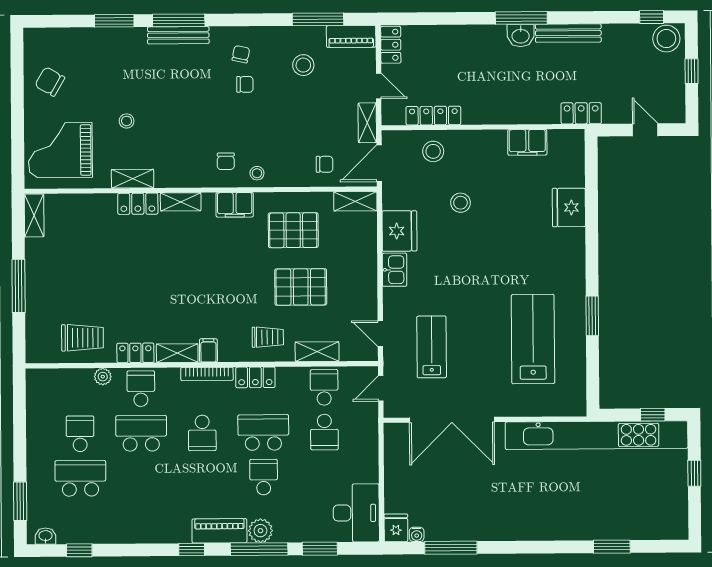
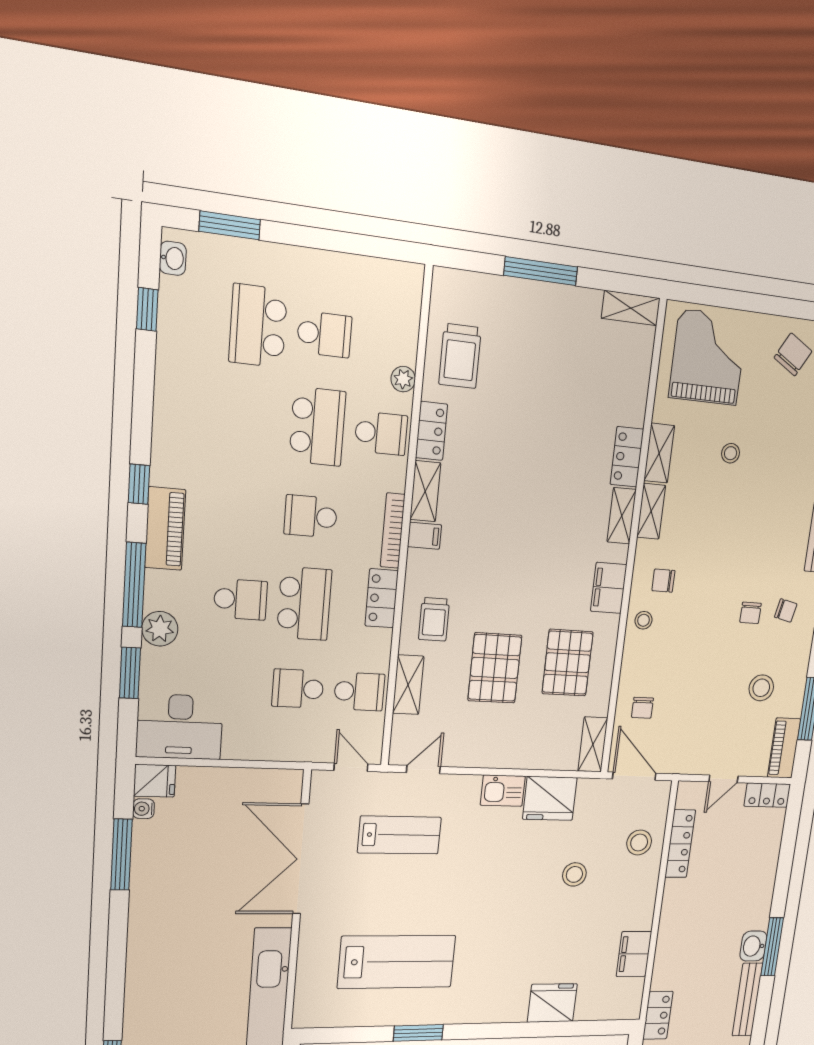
shelving: (367, 123) -> (651, 511), moved, turned 90
school desk: (80, 478) -> (258, 326), turned 180
plant: (260, 531) -> (160, 629), moved

